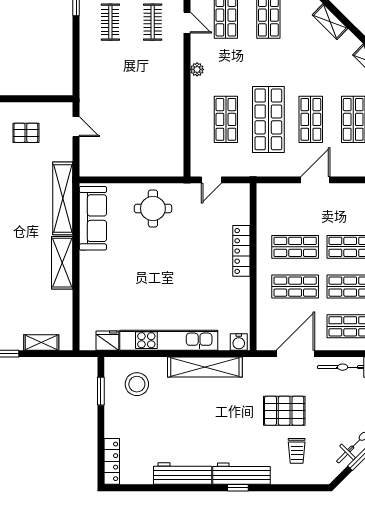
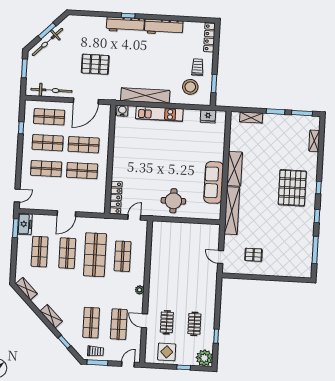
sofa: (93, 218) -> (214, 182), moved
locker: (241, 251) -> (116, 197), moved
kitchen unit: (169, 340) -> (159, 114), width x0.73
trolley: (297, 451) -> (198, 67), moved

